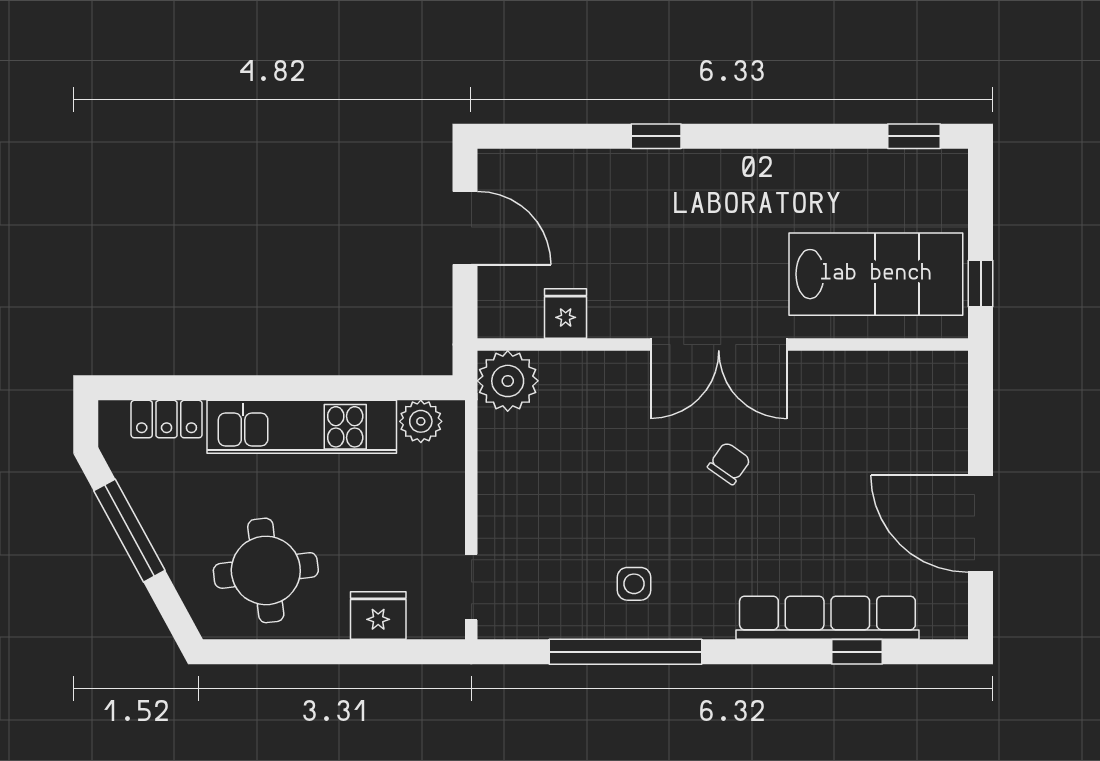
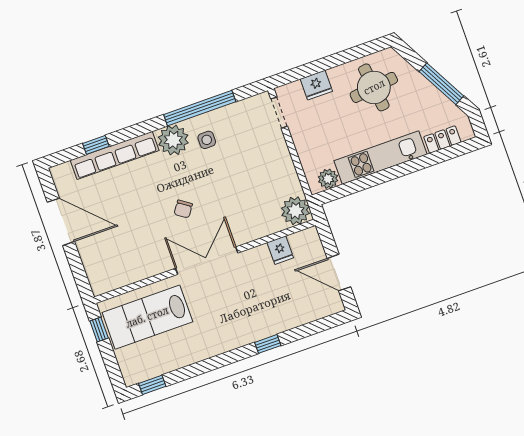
plant: (700, 607) -> (173, 140), added

